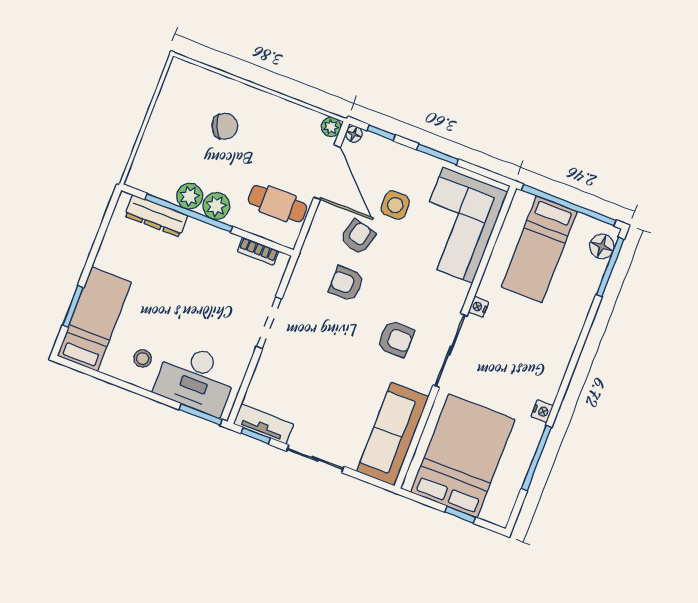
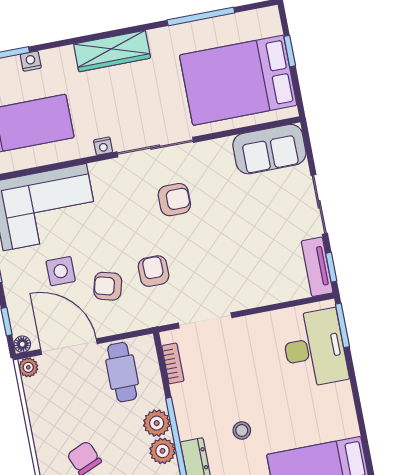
door: (327, 172) -> (69, 347), hinge flipped
armchair: (346, 284) -> (154, 271), turned 180
doorway: (269, 323) -> (205, 320), moved
armchair: (396, 339) -> (174, 200), turned 90
stool: (143, 359) -> (242, 430), moved
wardrobe: (554, 365) -> (112, 51), added
nightstand: (542, 411) -> (31, 61), moved
sofa: (393, 434) -> (269, 149), width x0.73

